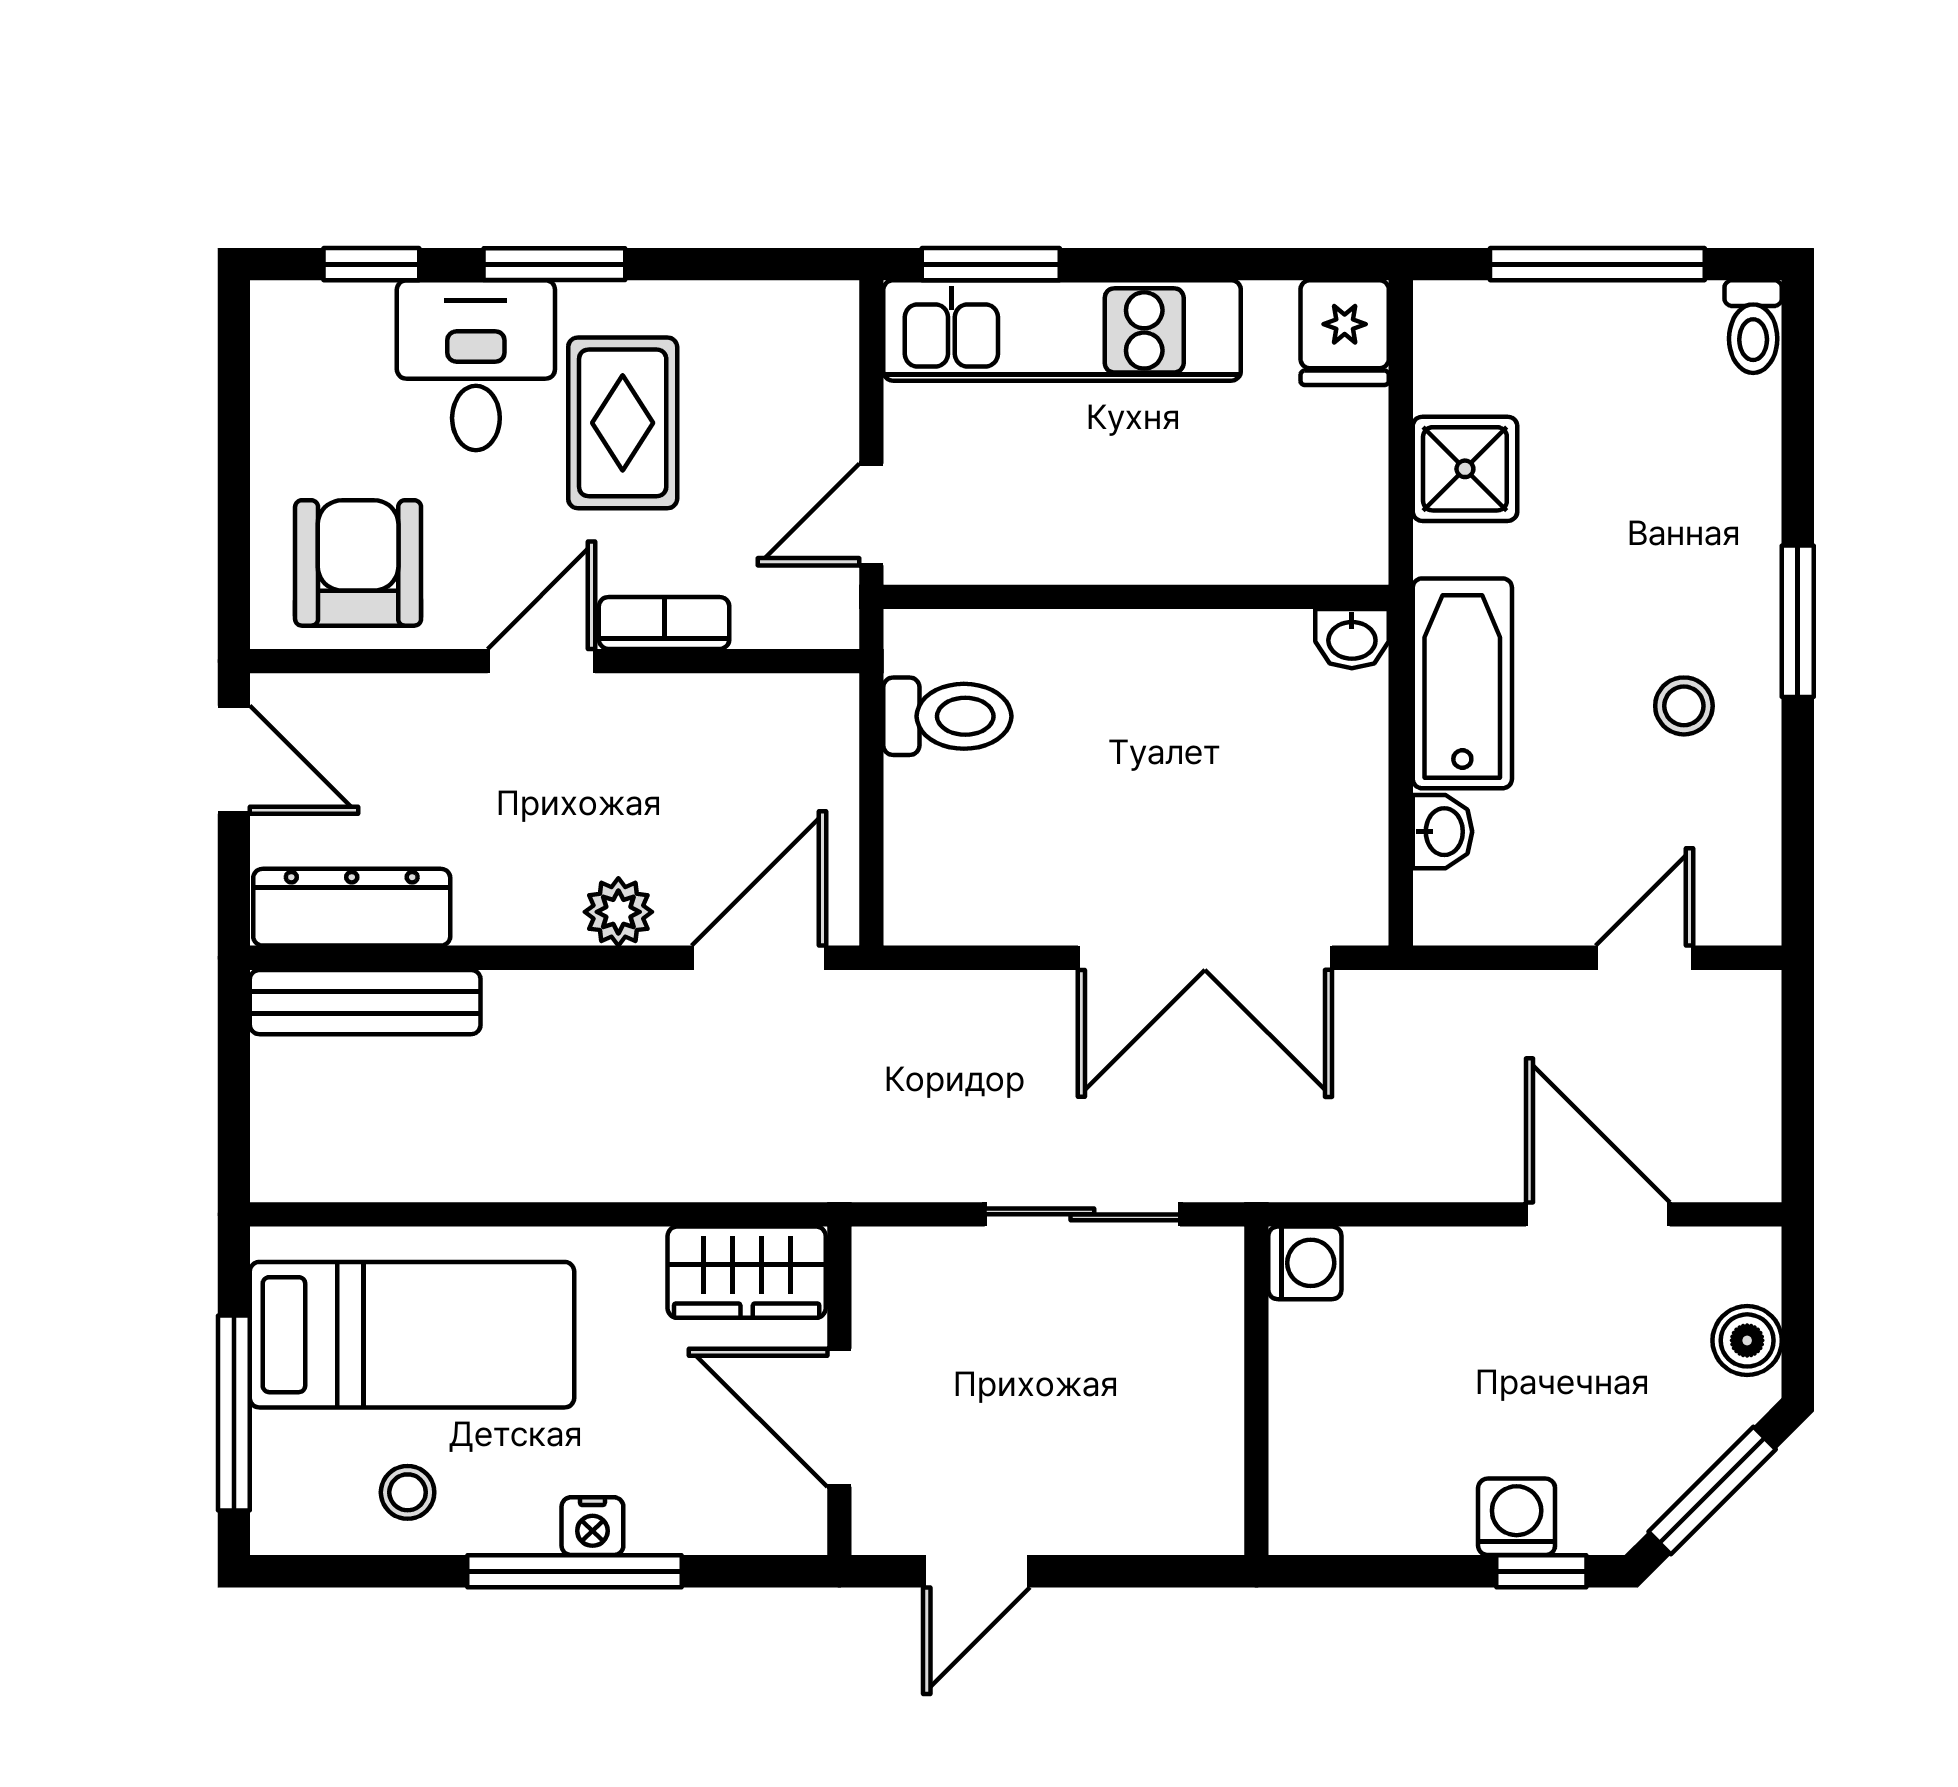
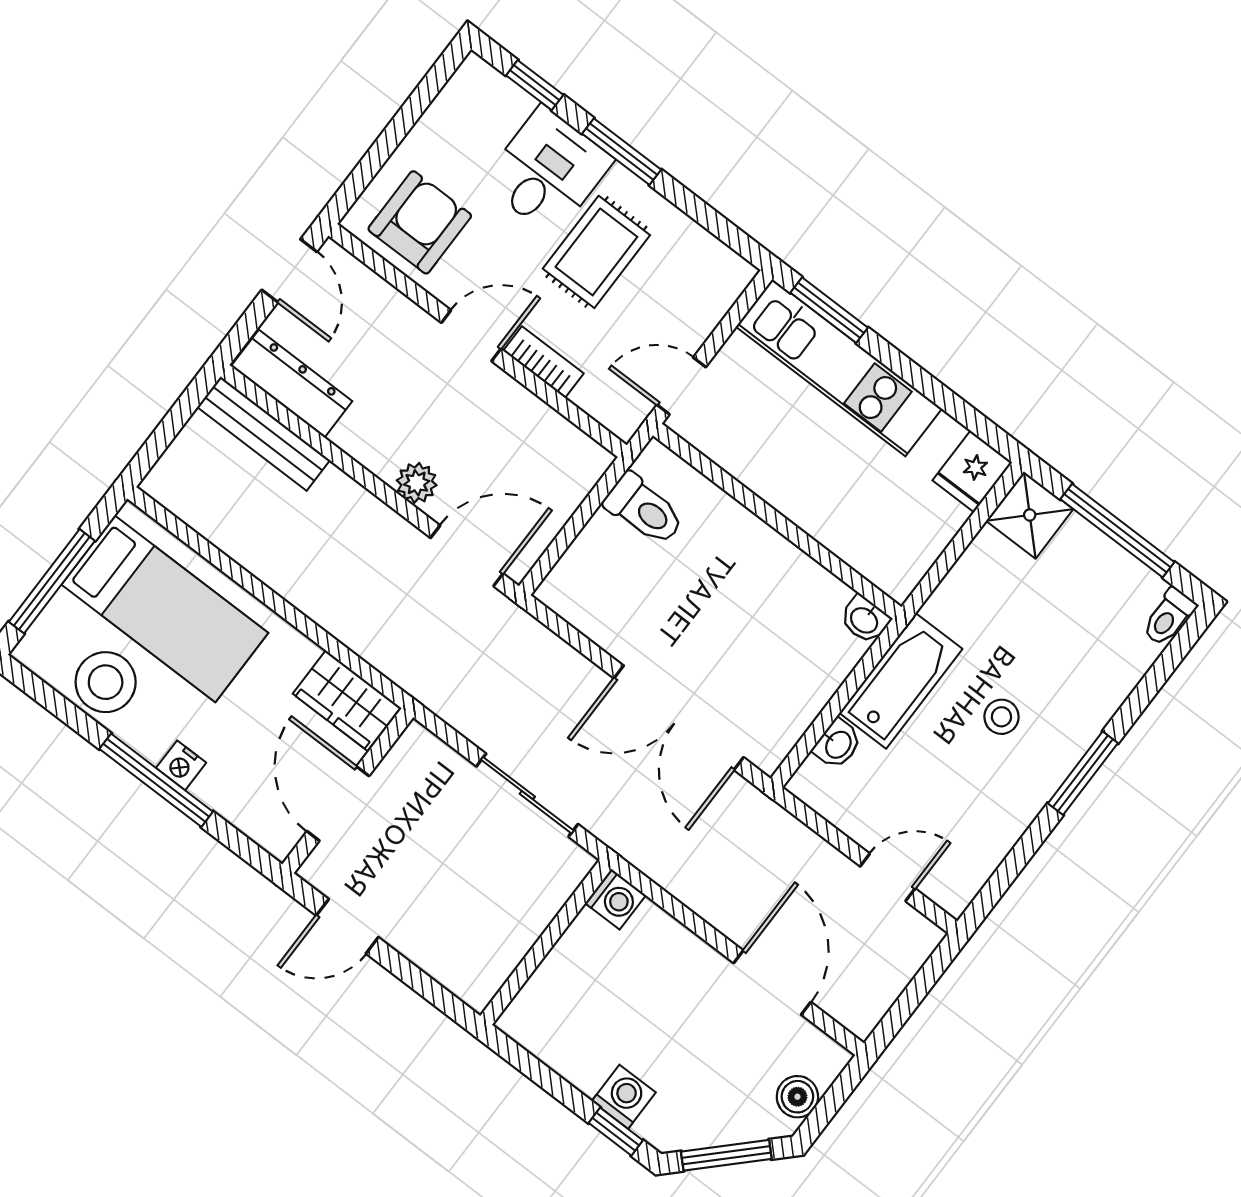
shower: (1465, 469) -> (1030, 515), moved
stool: (1684, 706) -> (1001, 717), moved
stool: (408, 1492) -> (106, 682), width x1.89, depth x1.89

